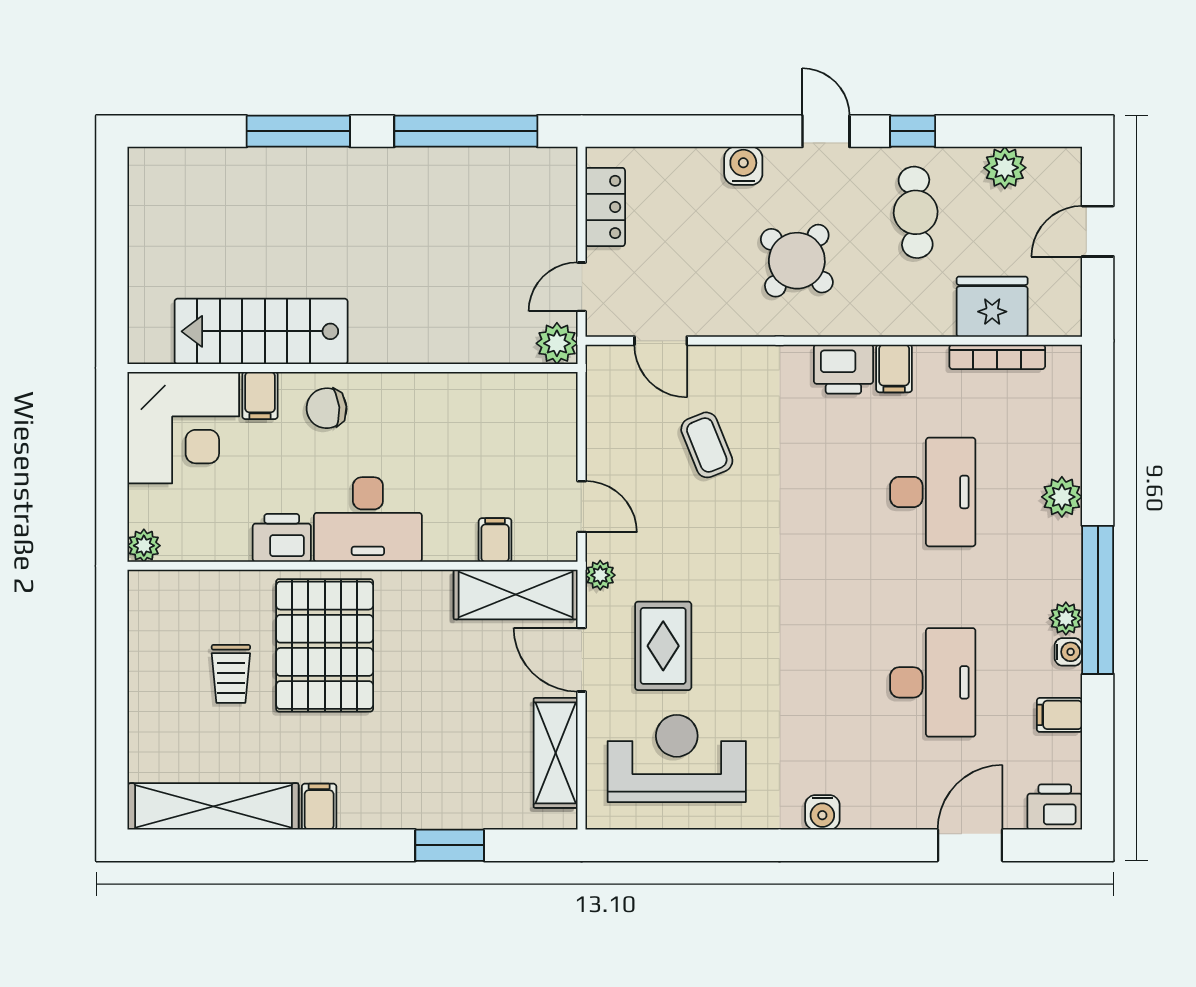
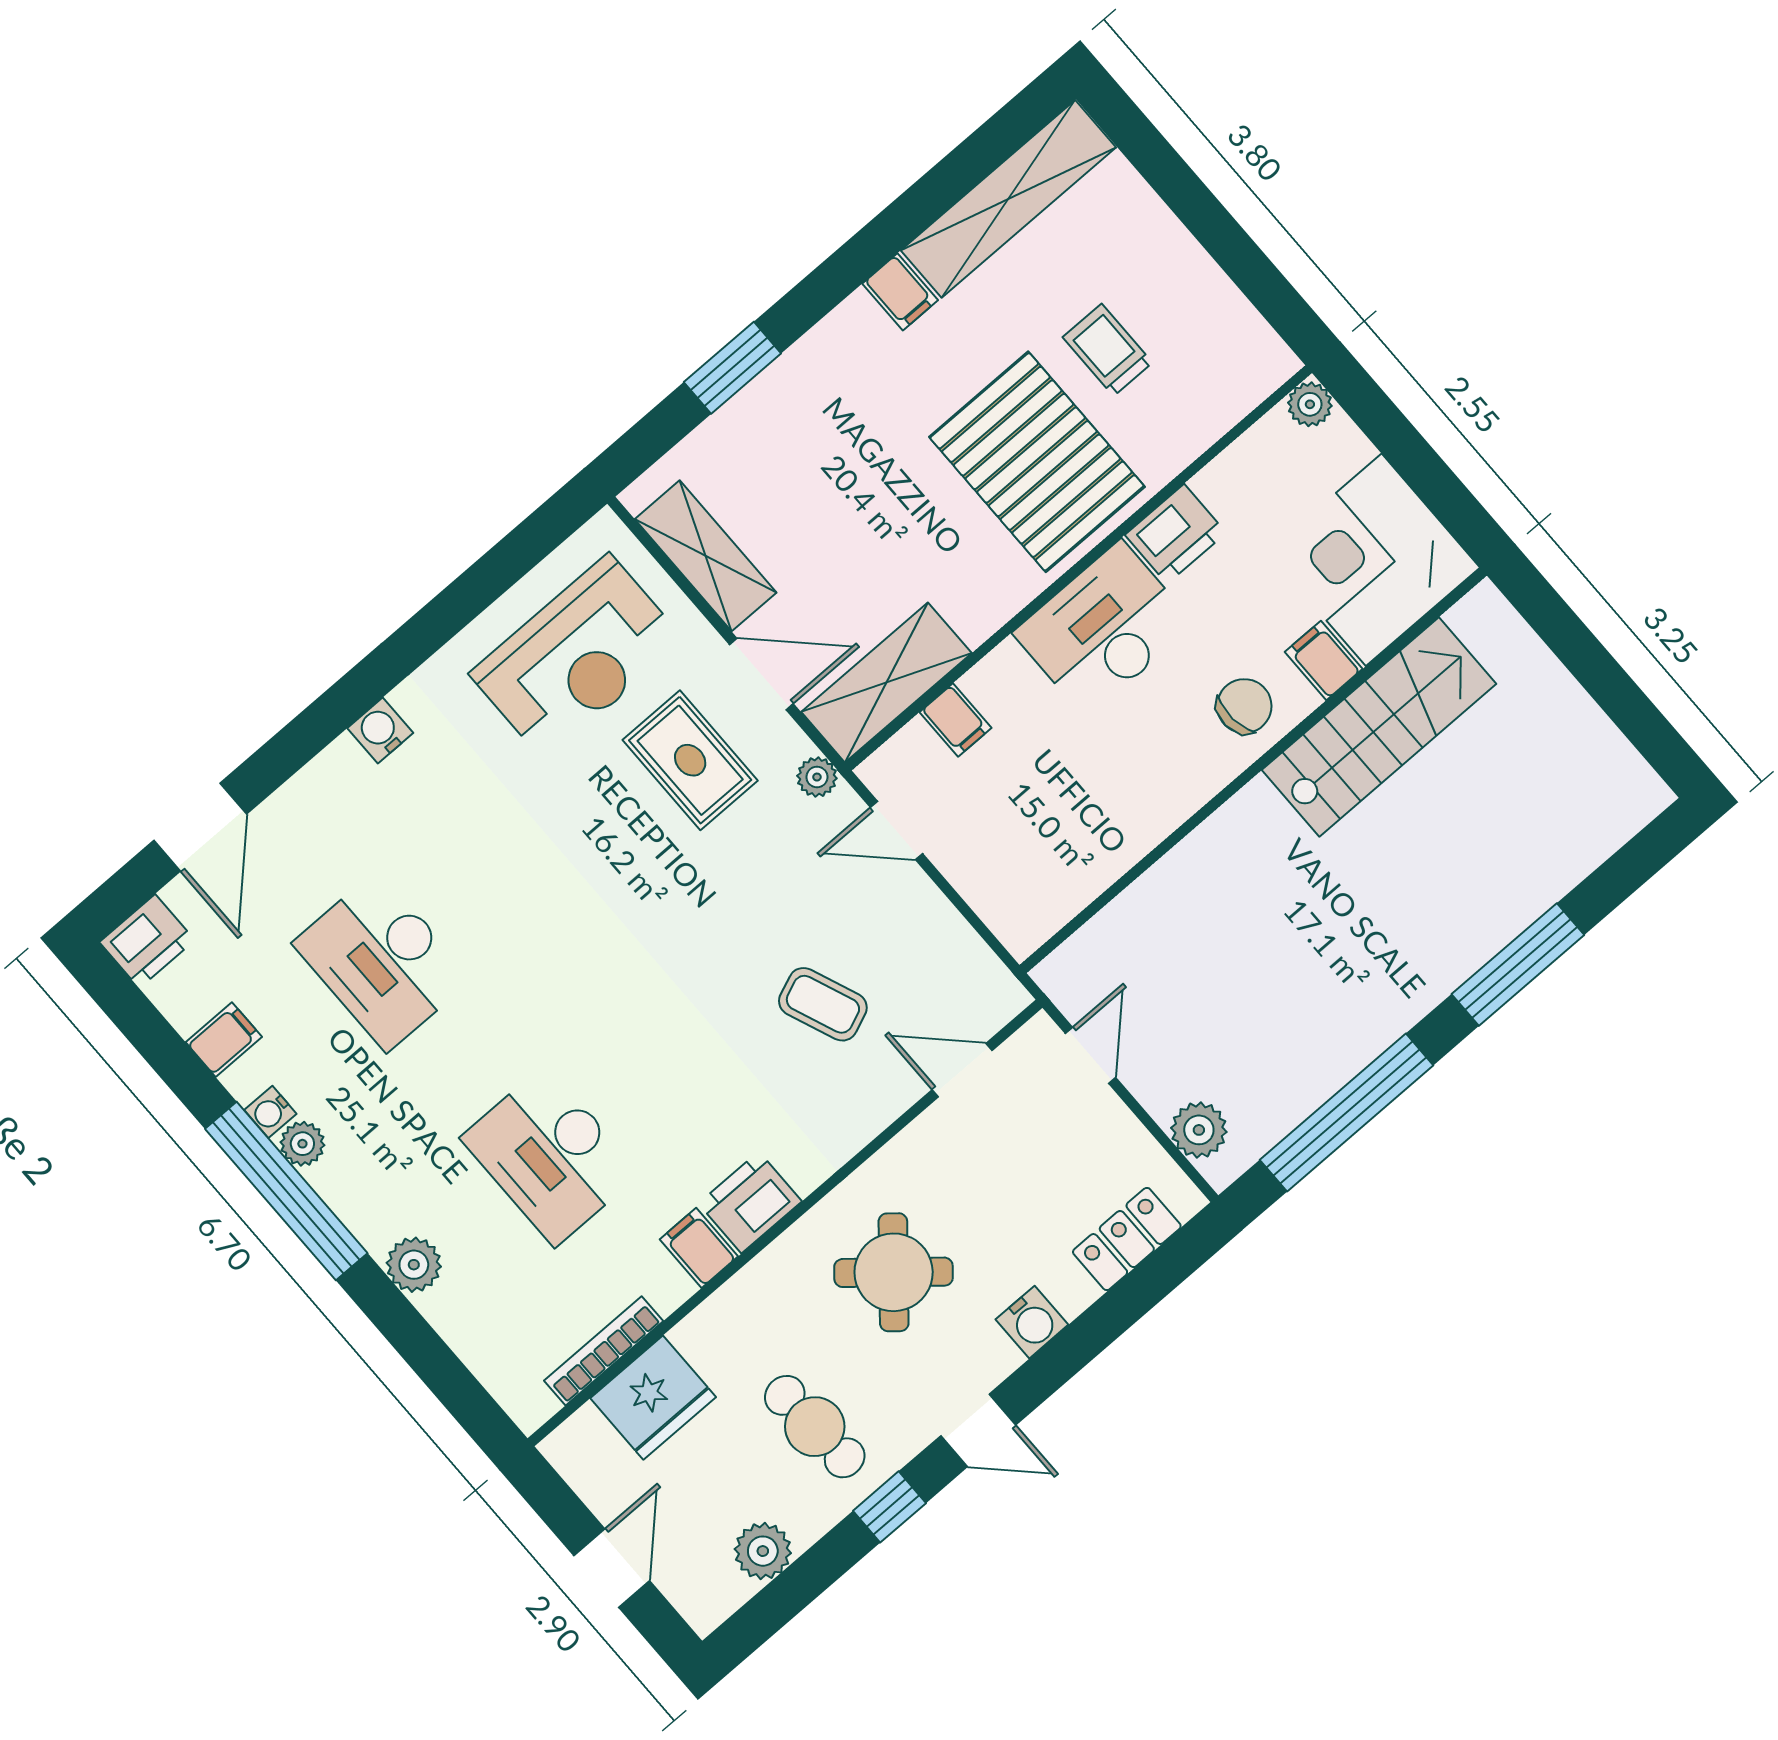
locker: (605, 207) -> (1127, 1239), moved, turned 90
plant: (557, 343) -> (1199, 1130), moved

